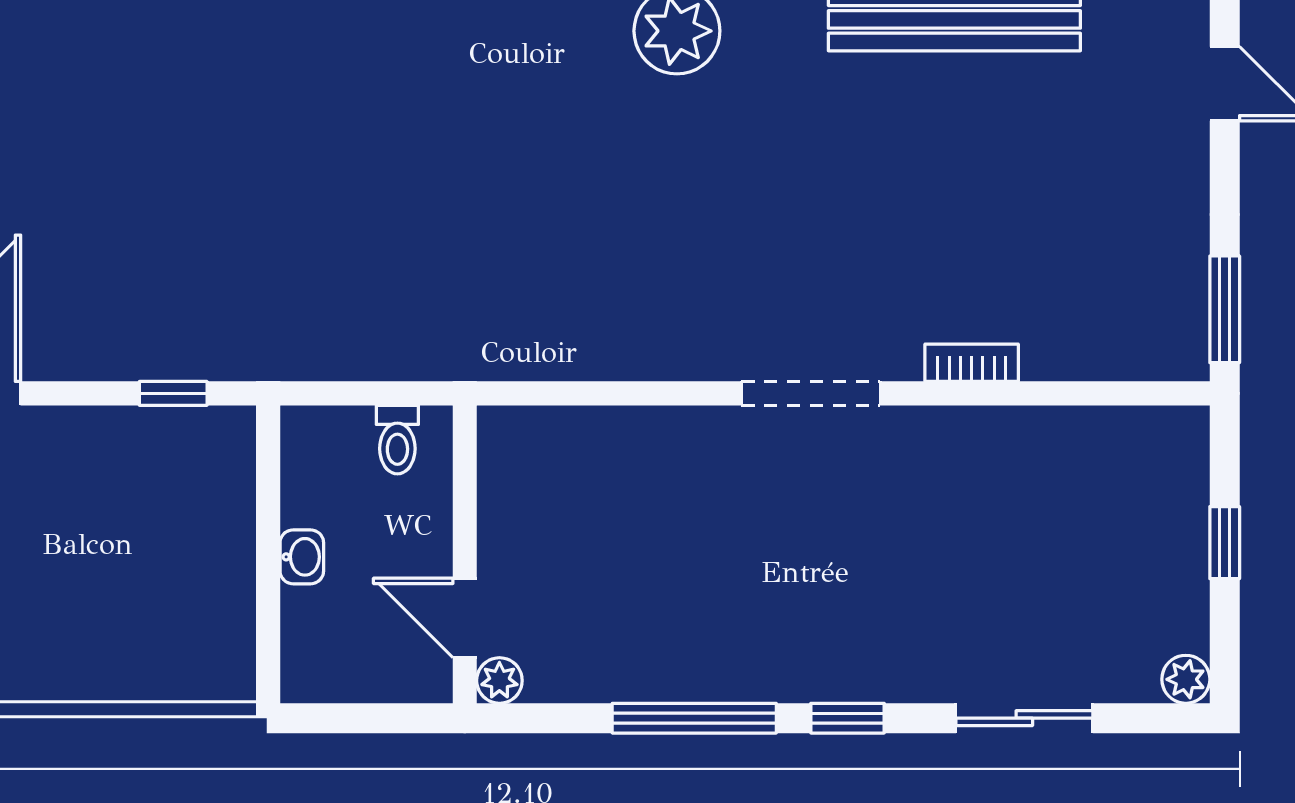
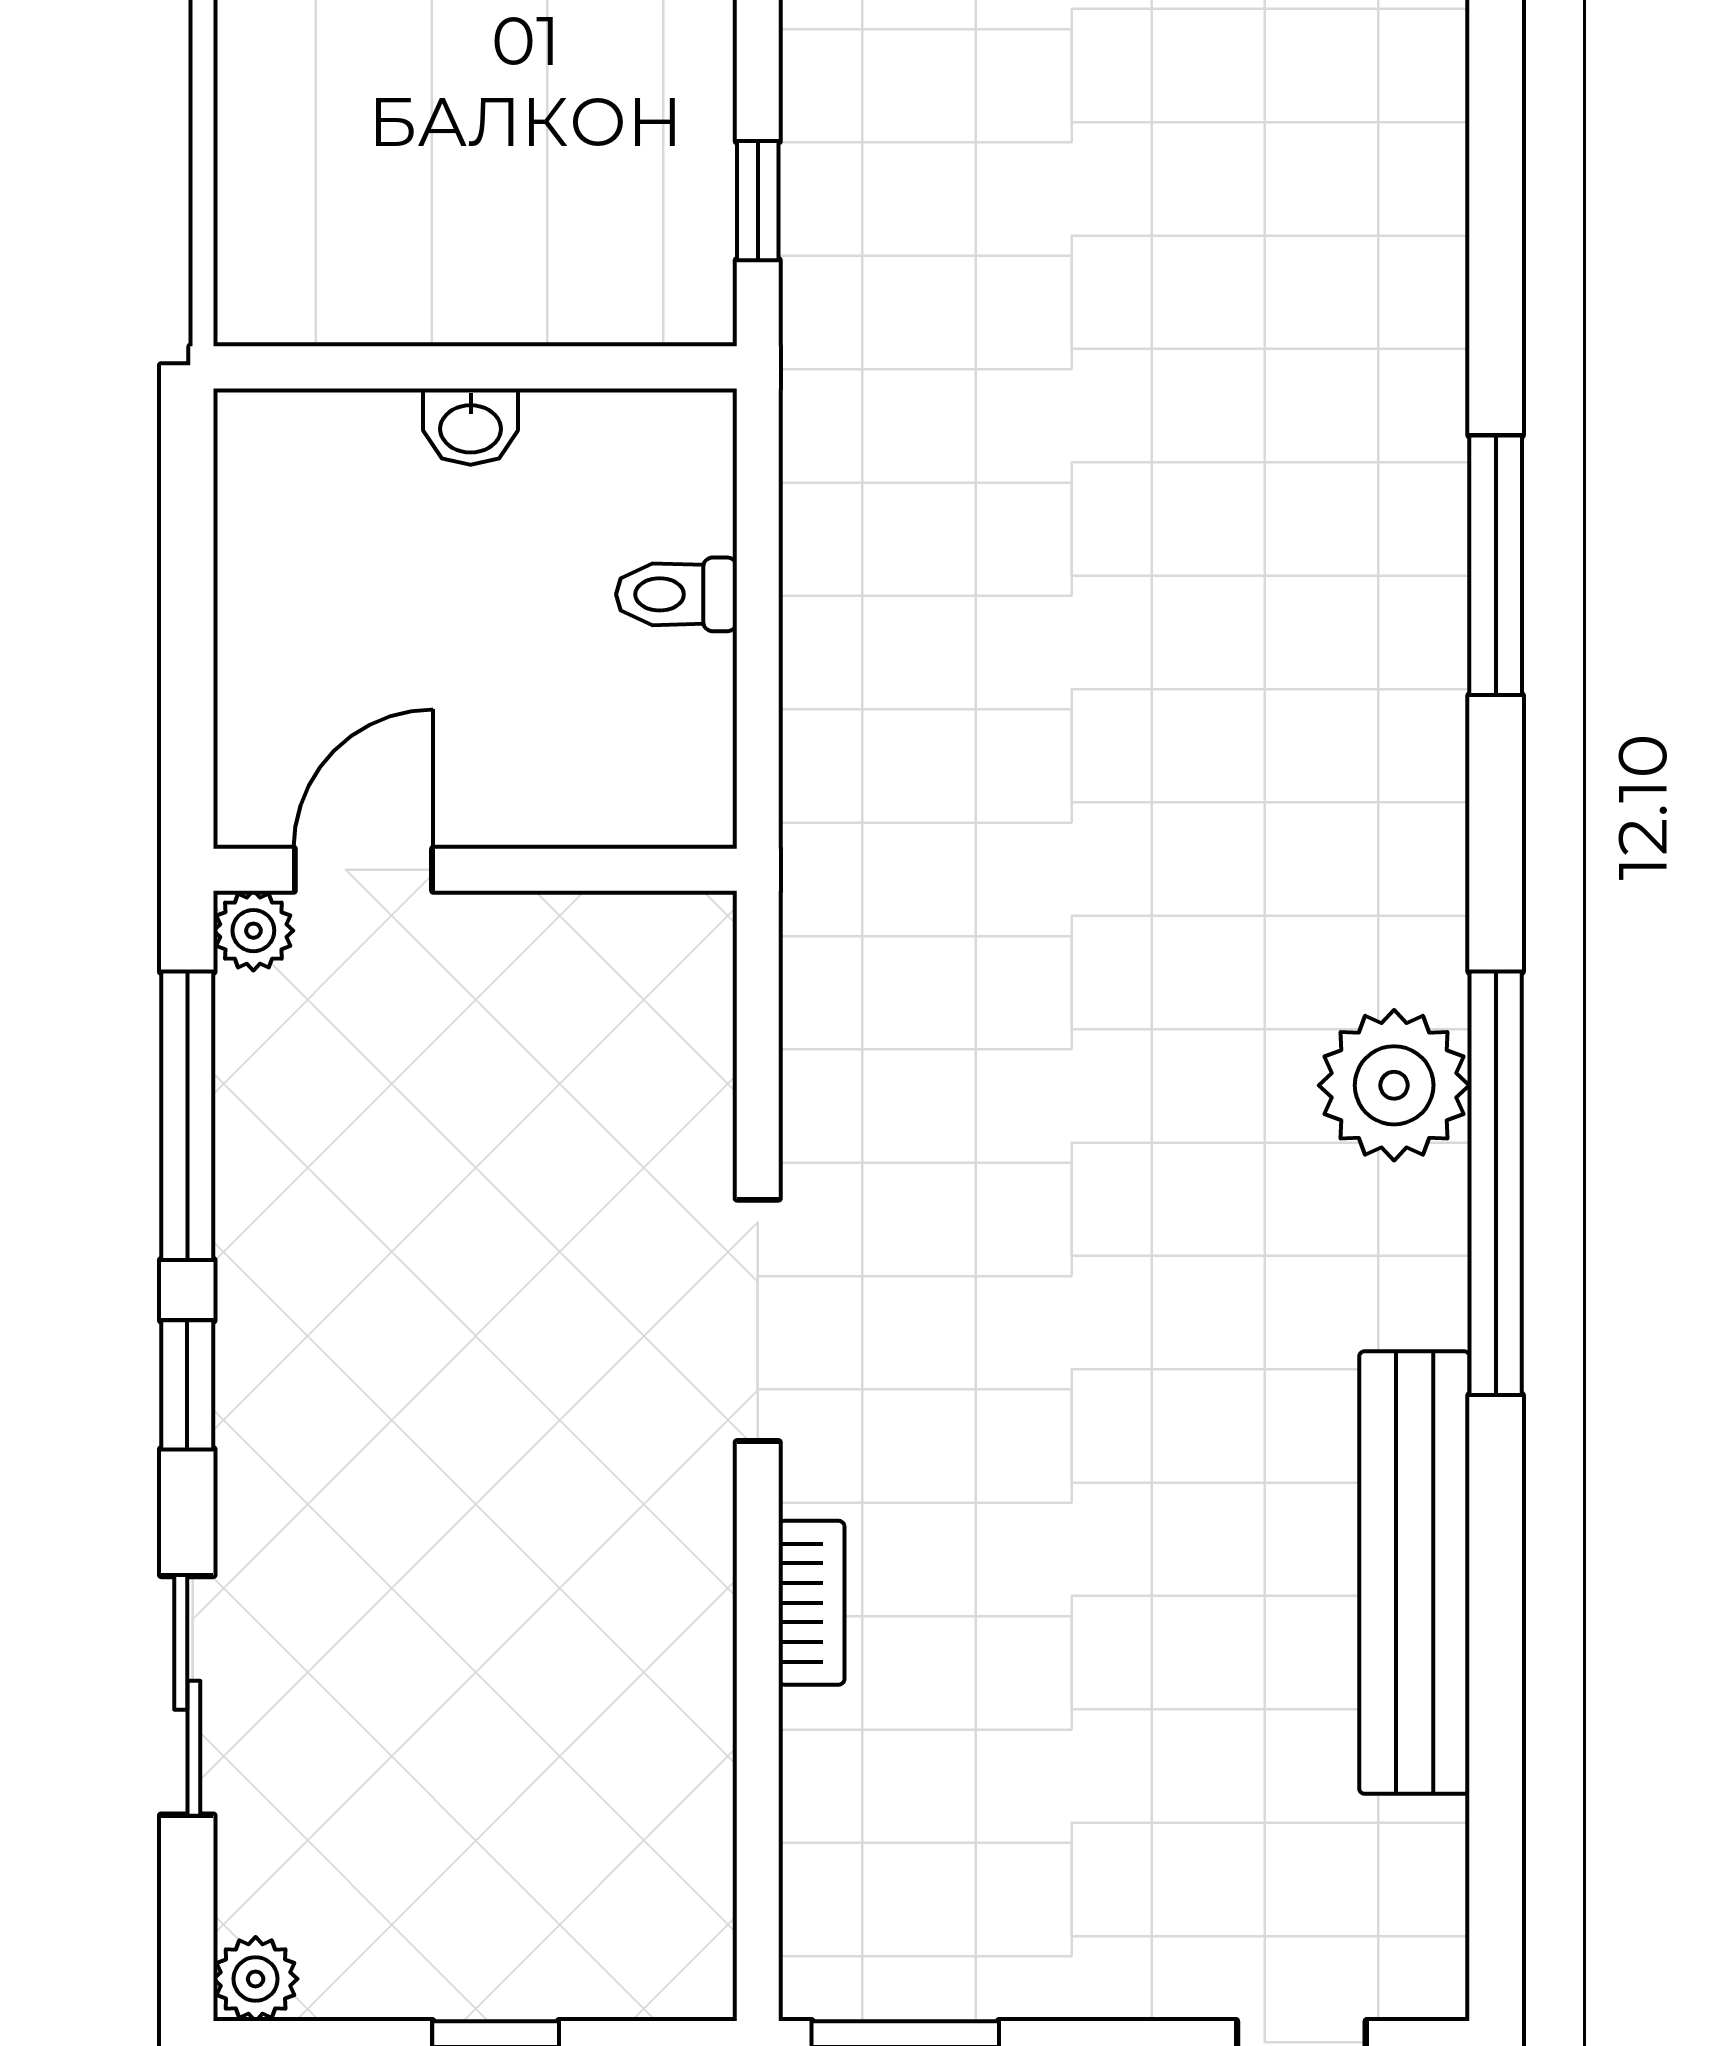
wall: (465, 554) -> (475, 870), moved
door: (465, 618) -> (363, 870), moved
plant: (499, 681) -> (253, 931), moved

